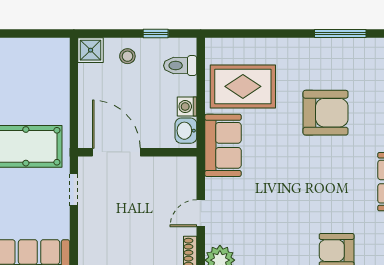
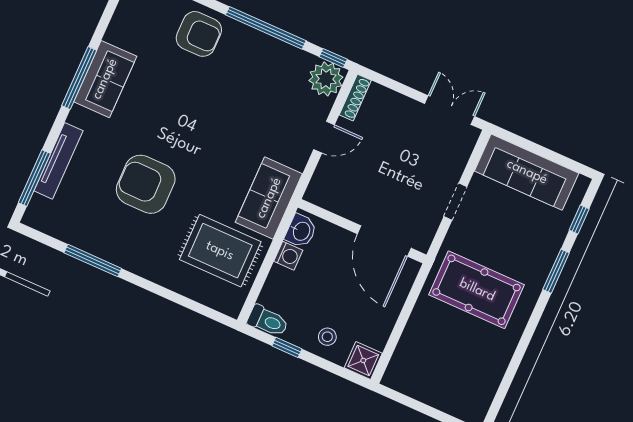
toilet: (180, 66) -> (268, 321), moved
doorway: (74, 190) -> (455, 202), moved

